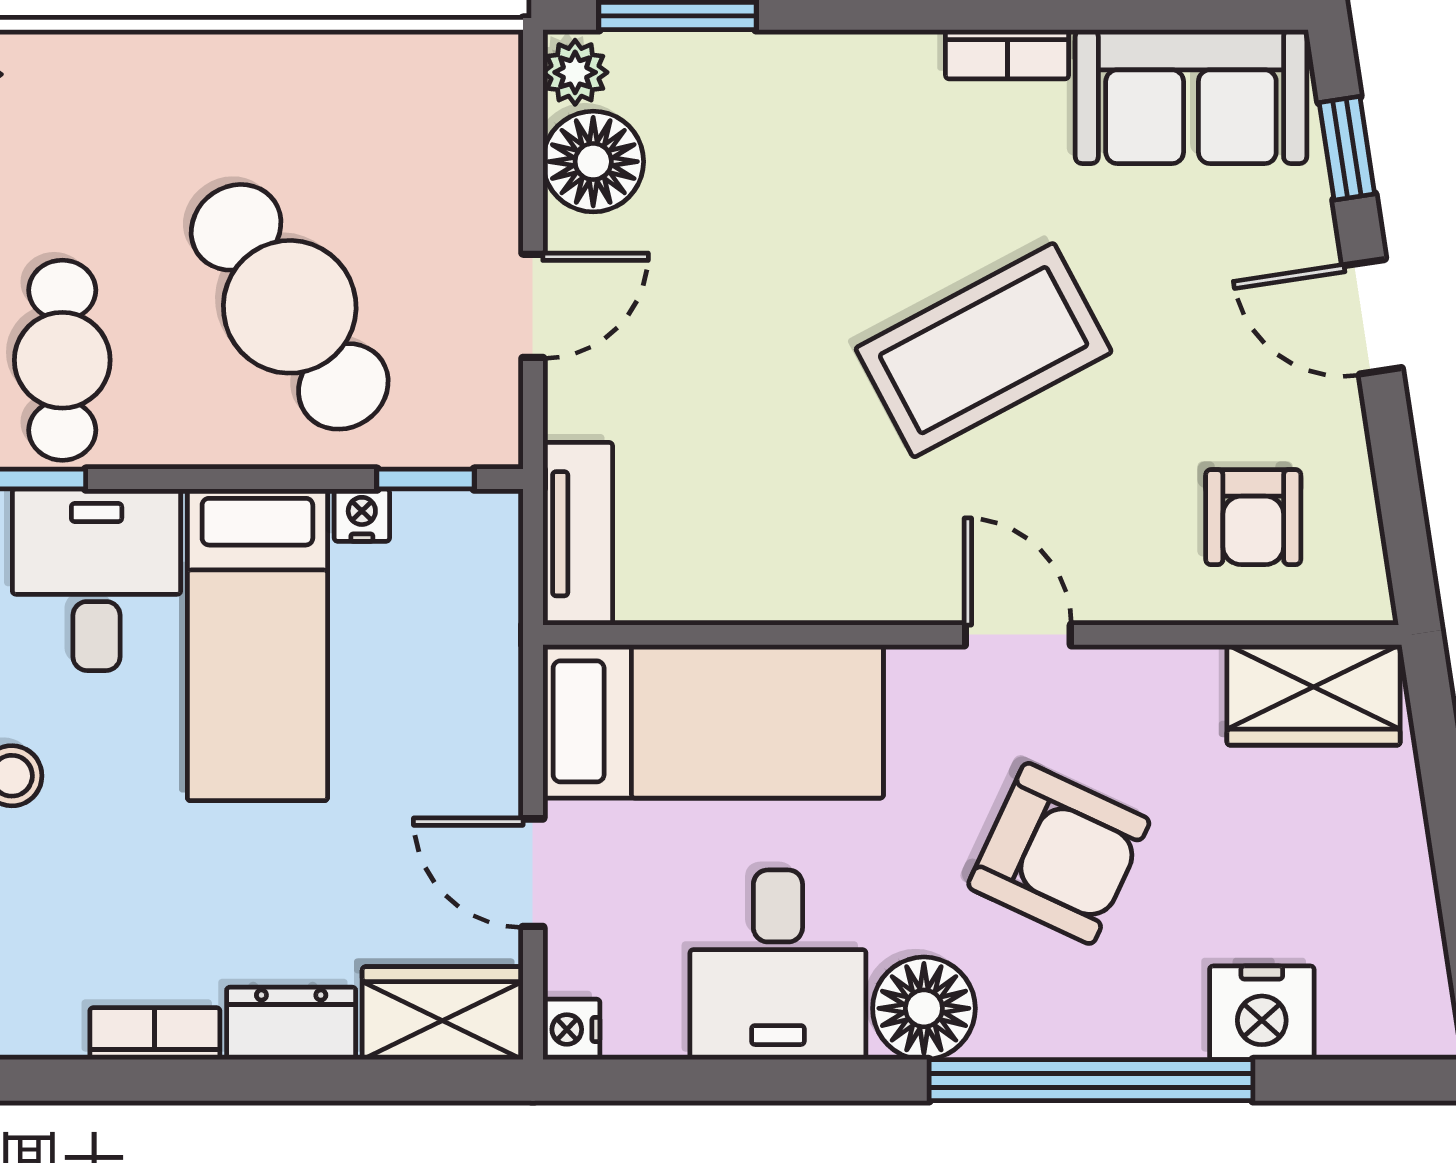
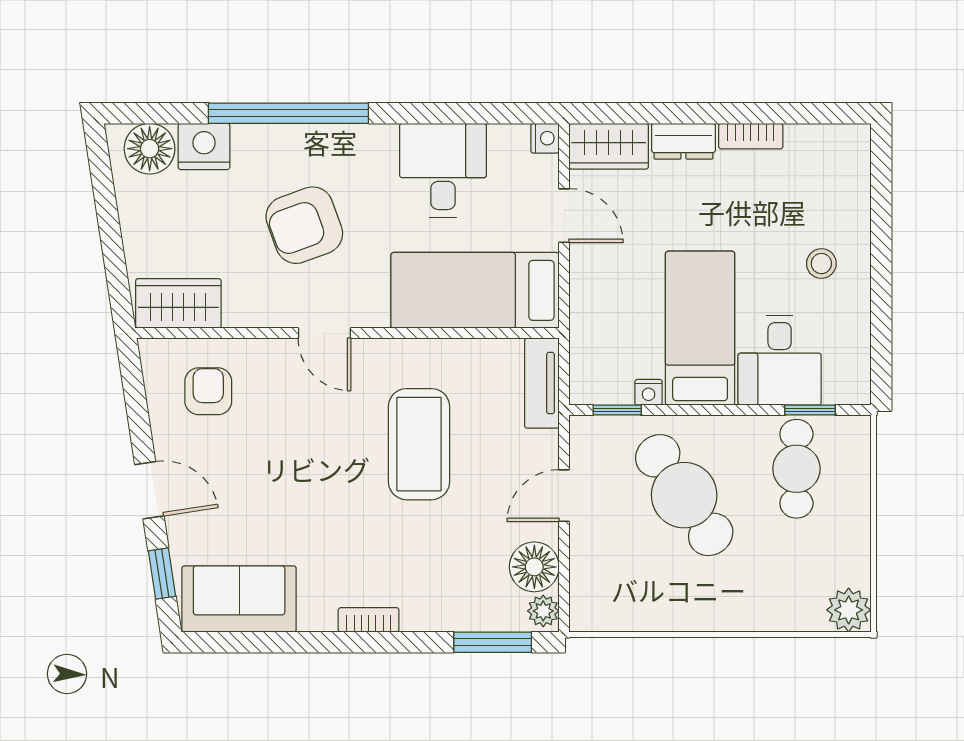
bookcase: (1007, 54) -> (369, 620), moved
coffee table: (984, 350) -> (419, 444), moved, turned -62
armchair: (1059, 853) -> (304, 225), turned -45
floor lamp: (924, 1008) -> (150, 149), moved

